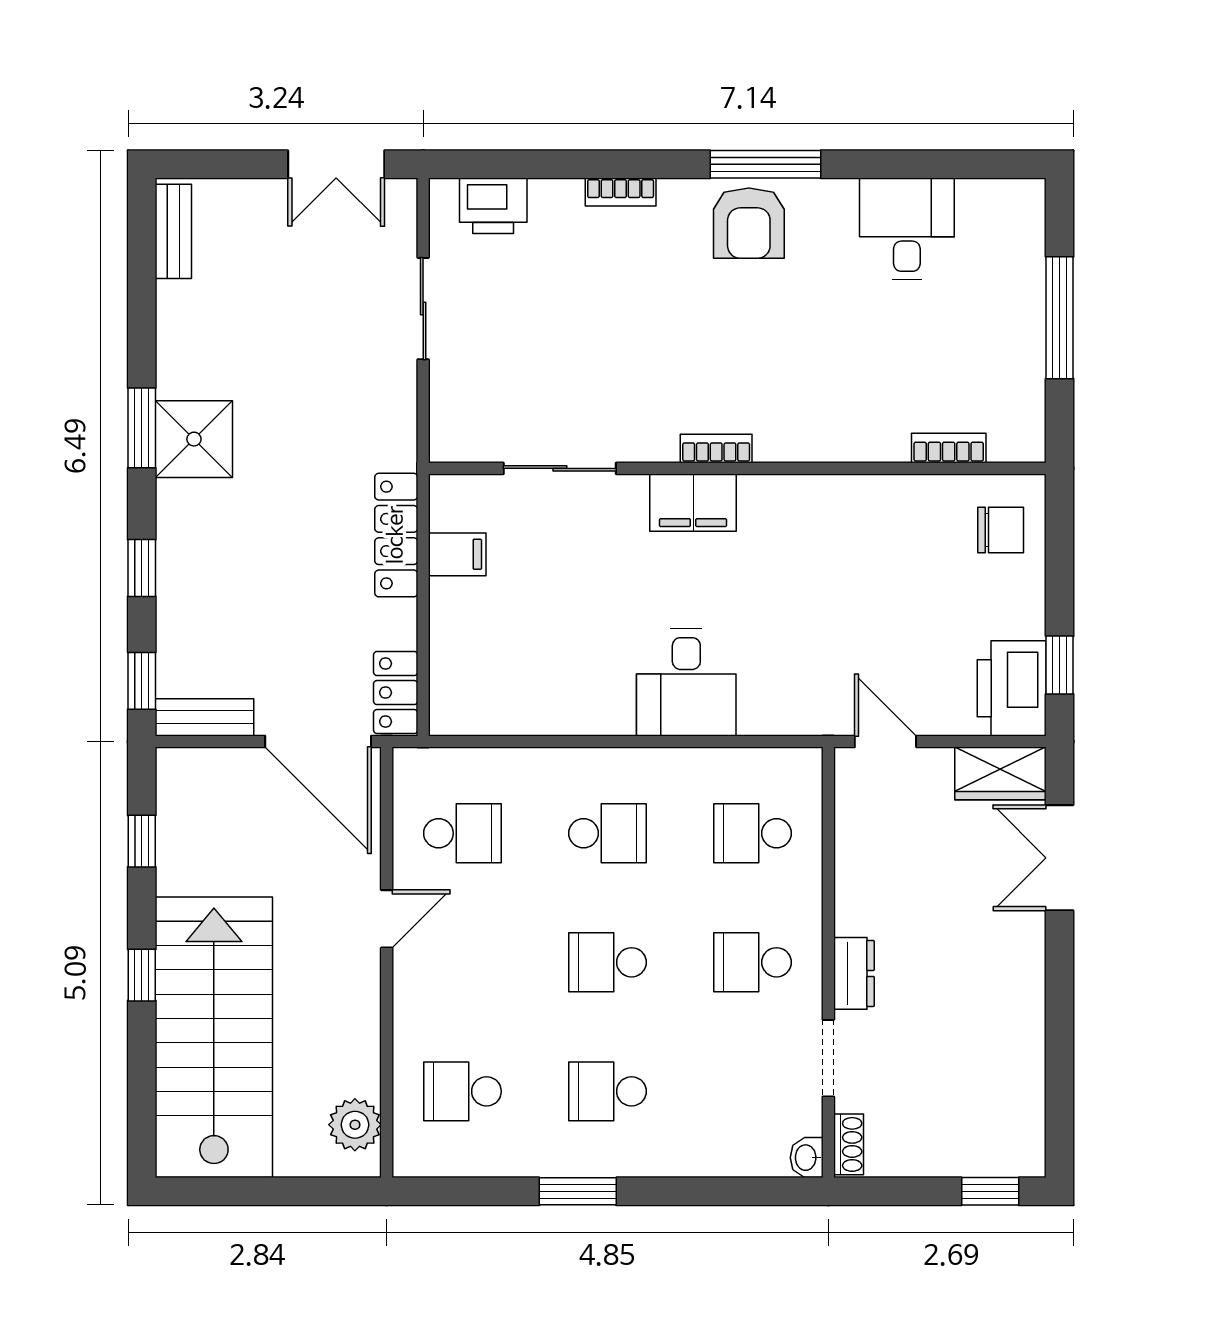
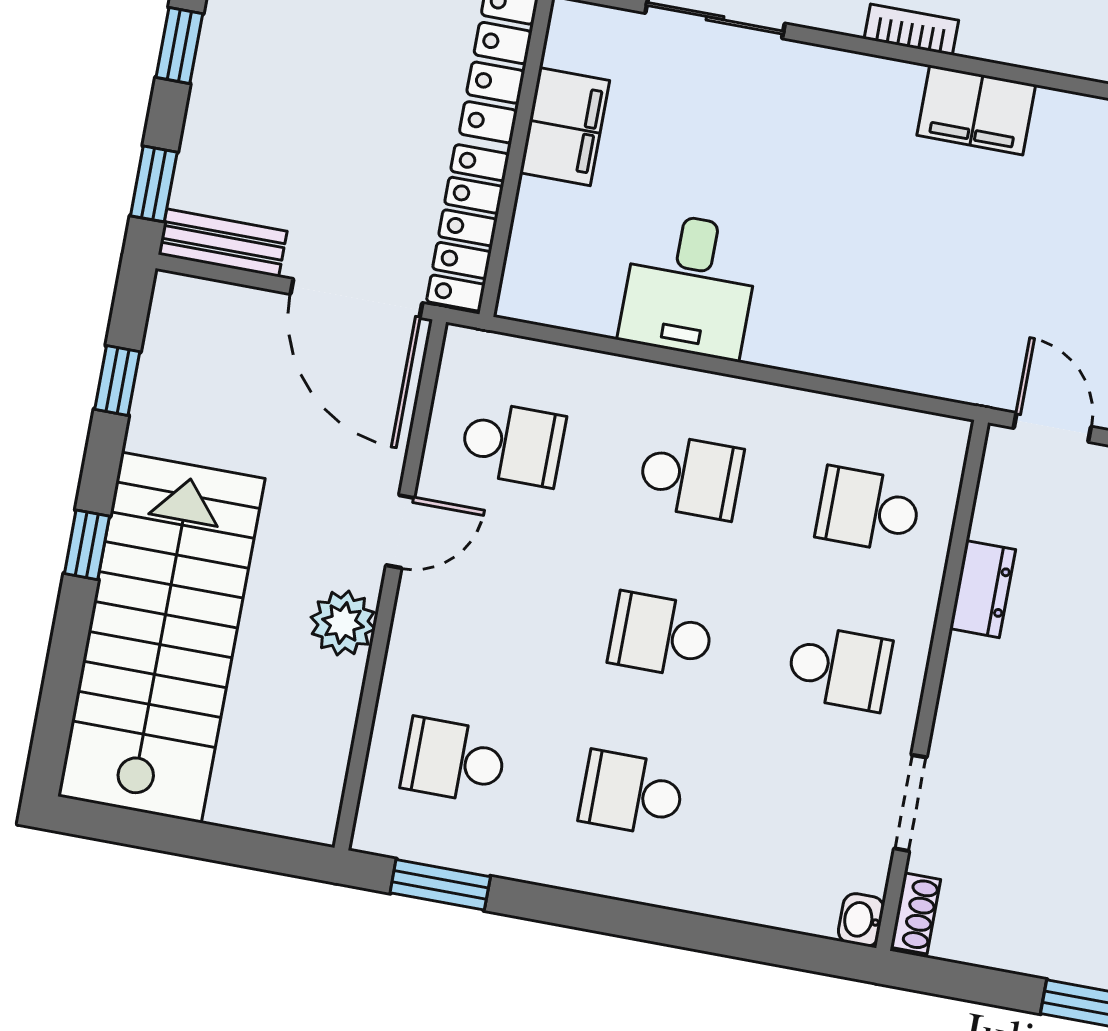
filing cabinet: (693, 503) -> (976, 110), moved
filing cabinet: (457, 554) -> (565, 127), width x2.00
desk: (686, 683) -> (690, 285), moved
locker: (396, 693) -> (468, 228), width x1.53
school desk: (753, 962) -> (839, 668), turned 180
dresser: (854, 973) -> (983, 589), moved
plant: (355, 1125) -> (343, 623), moved
window: (578, 1191) -> (440, 885), moved

